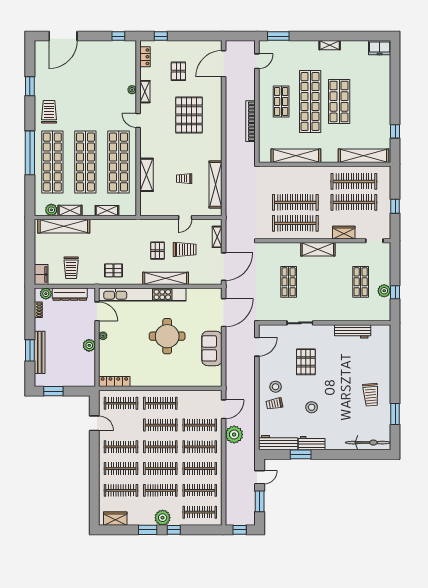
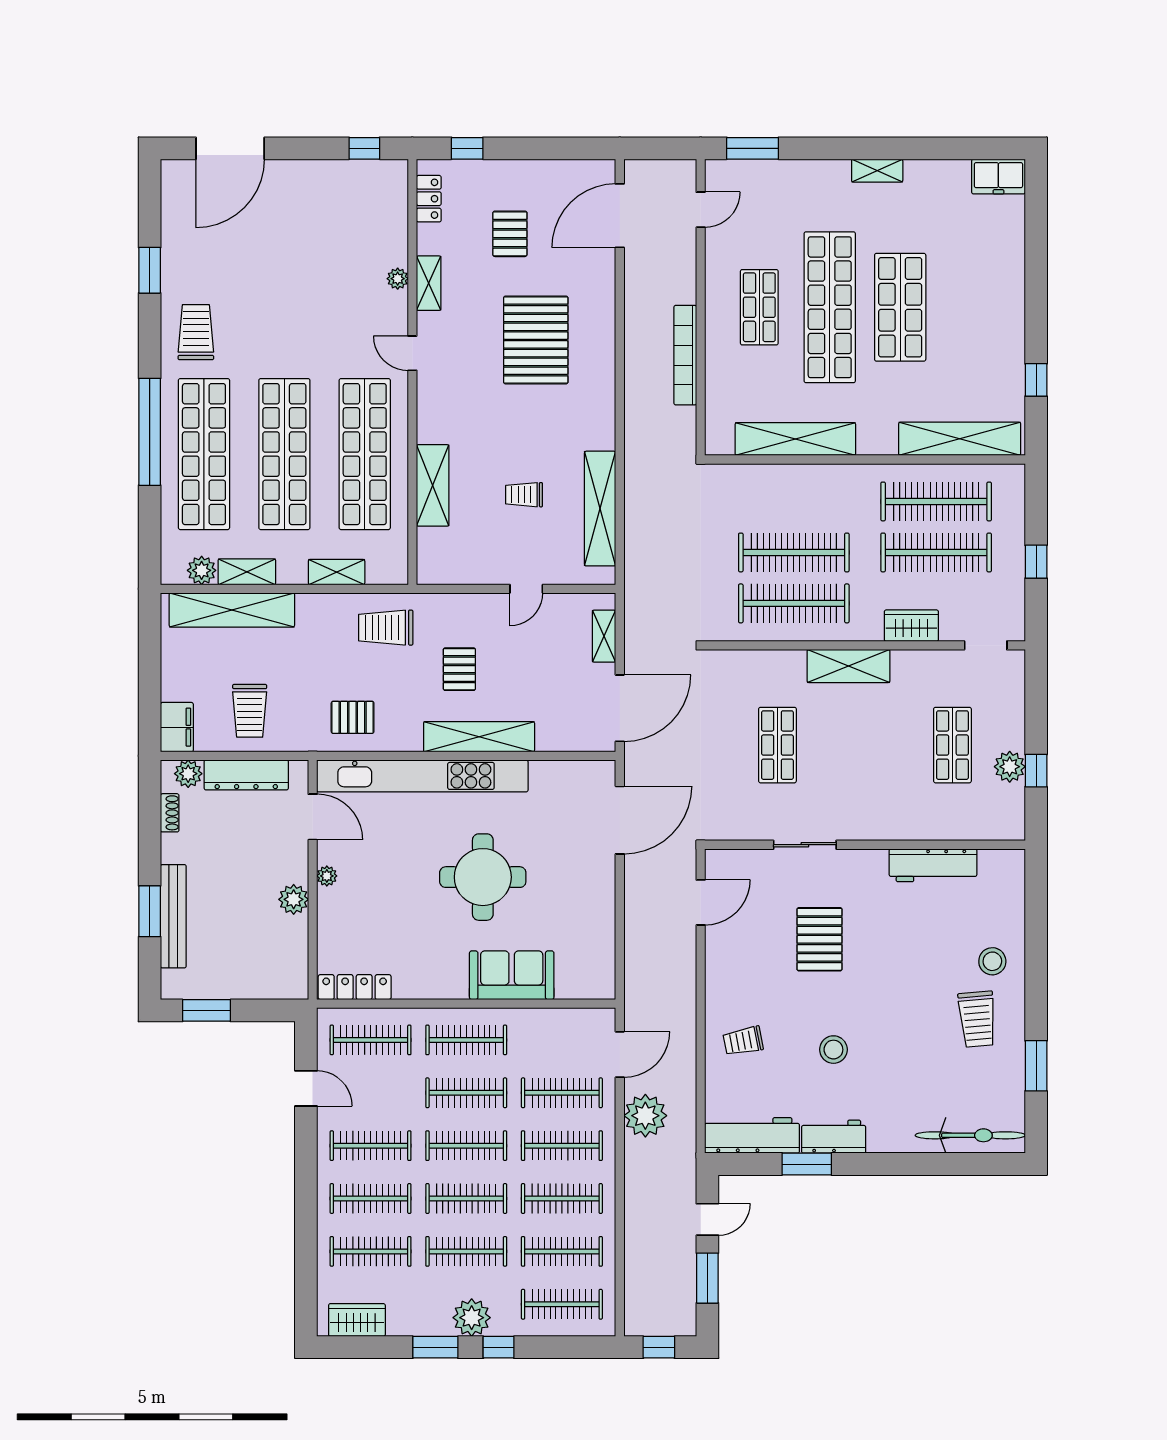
trolley: (185, 250) -> (386, 628), moved, turned 180
sofa: (212, 348) -> (512, 975), moved, turned 90
stool: (276, 387) -> (992, 961), moved

